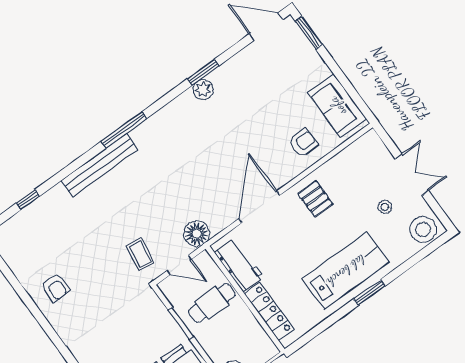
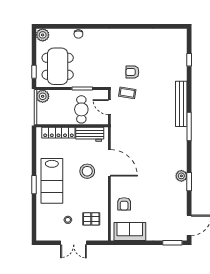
pallet: (315, 199) -> (91, 219), moved
stool: (423, 229) -> (87, 171), moved
floor lamp: (197, 234) -> (118, 125), removed
door: (179, 265) -> (109, 107), hinge flipped
armchair: (56, 288) -> (132, 72), moved

